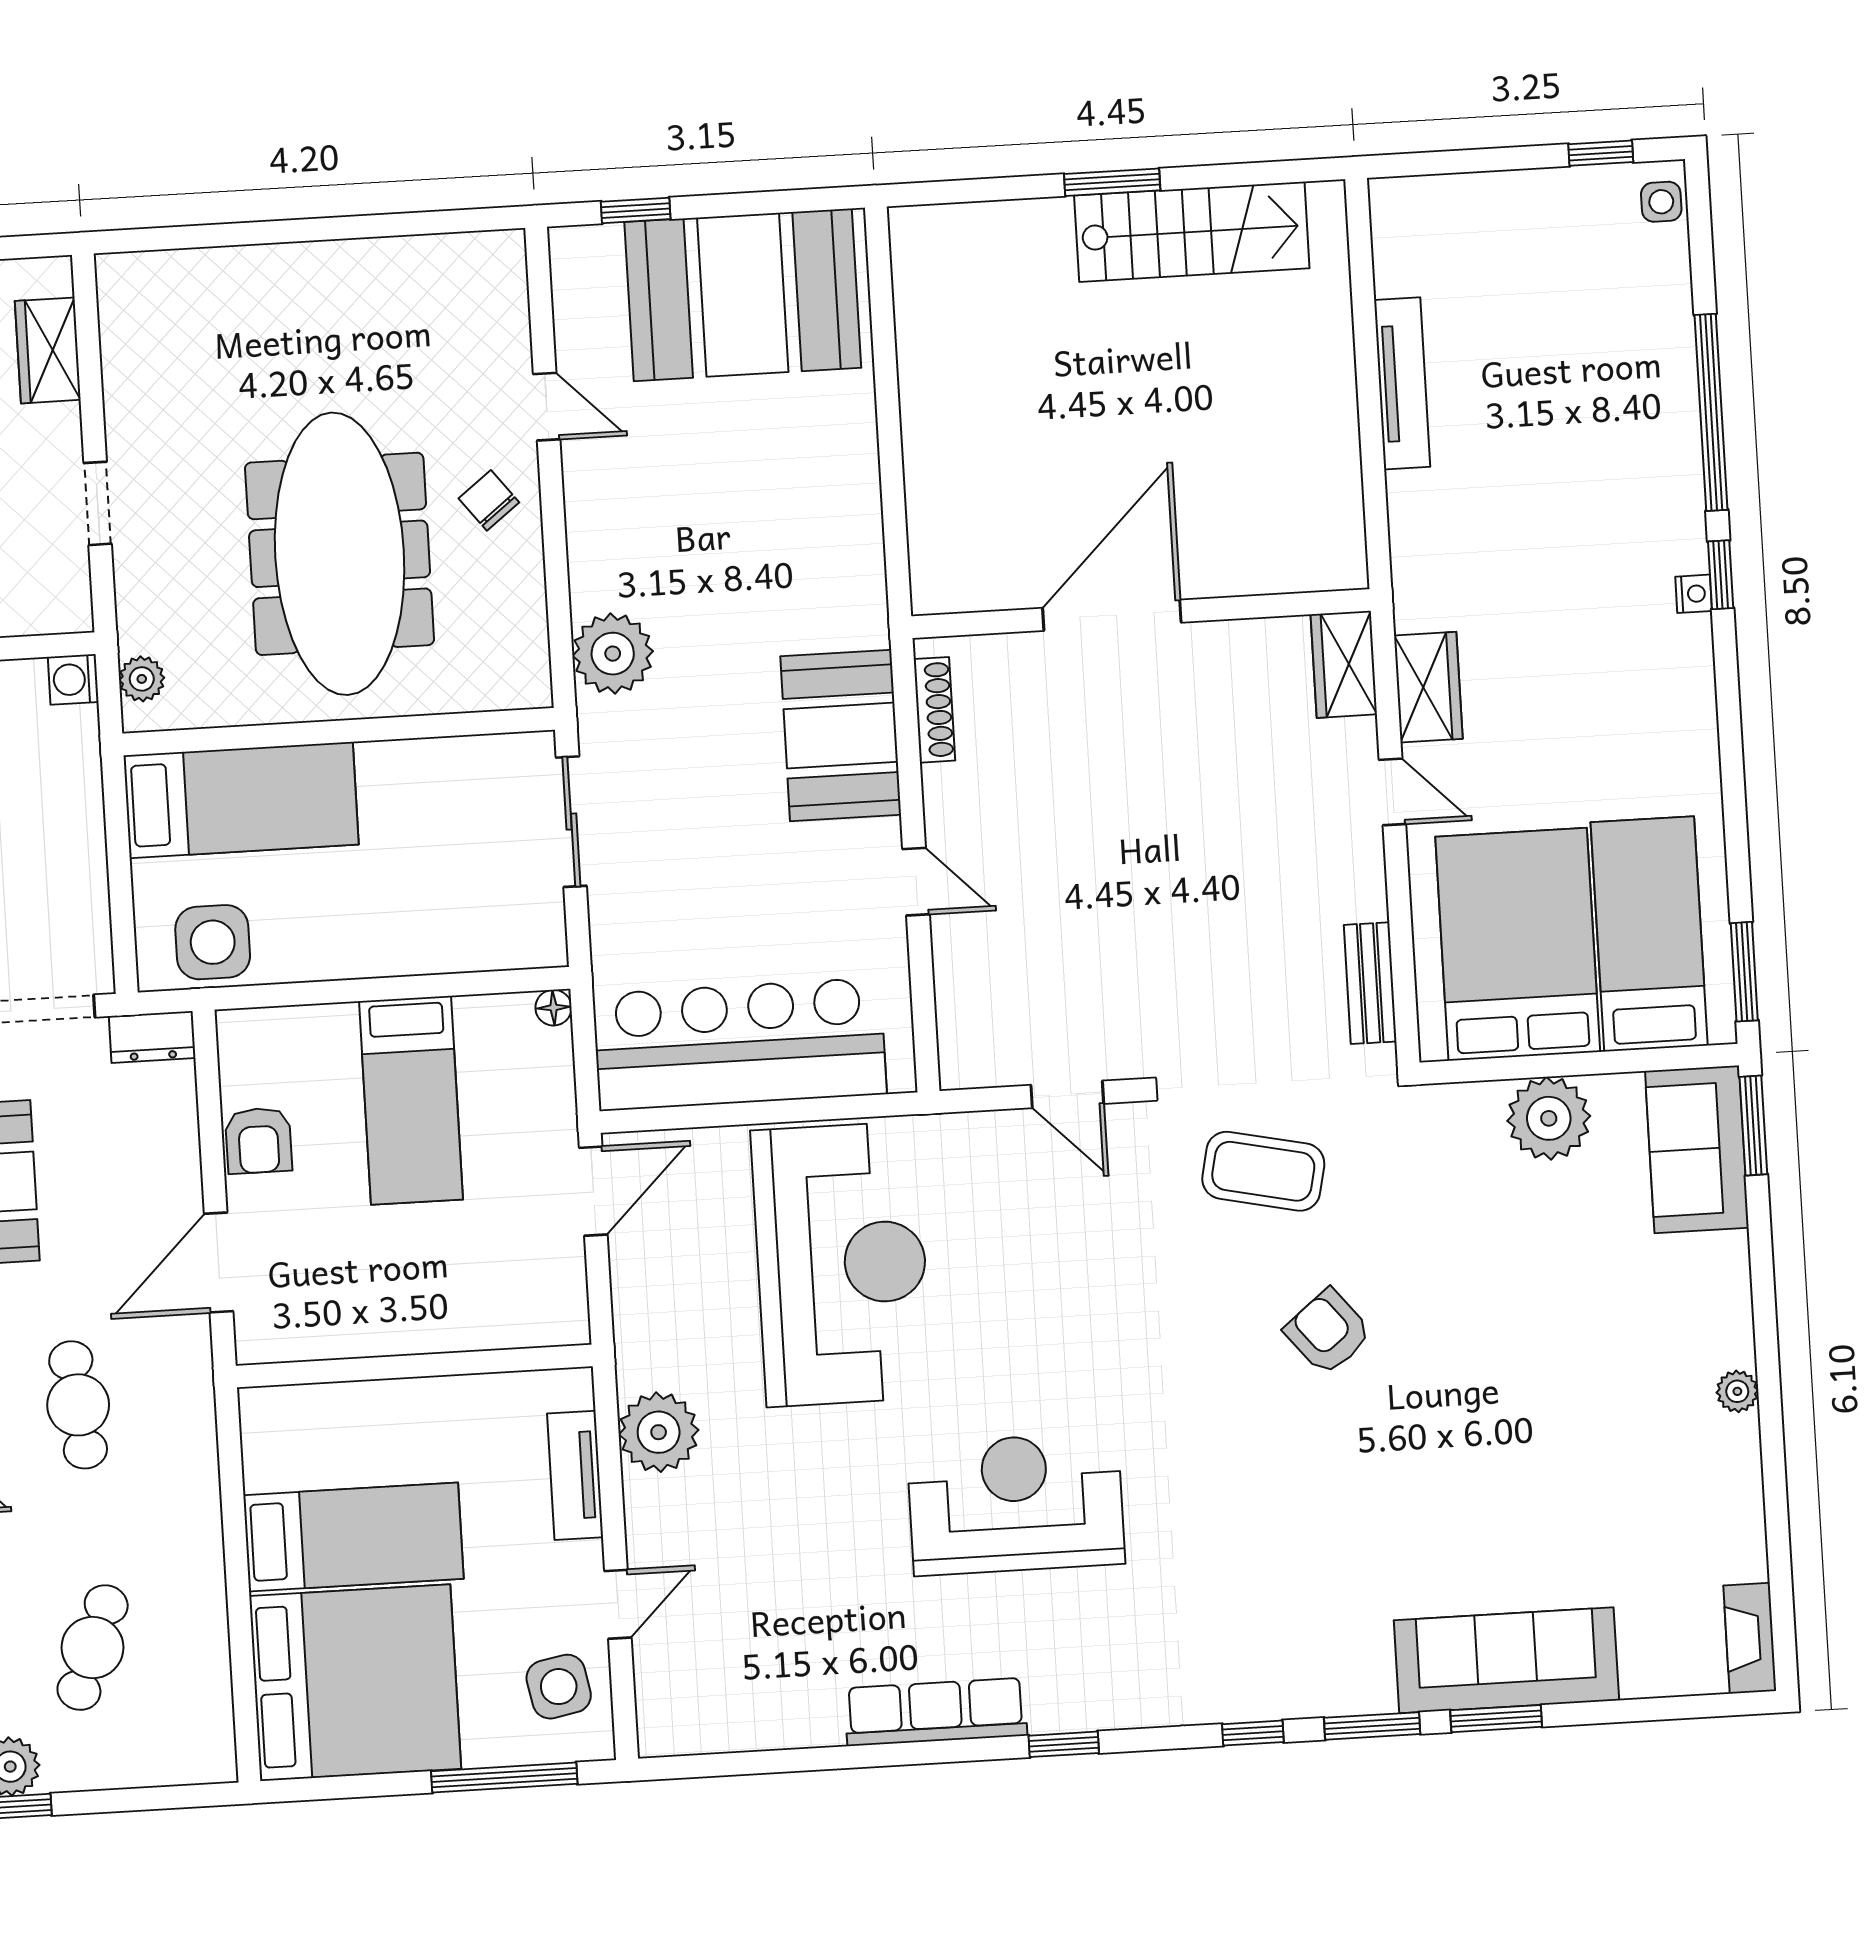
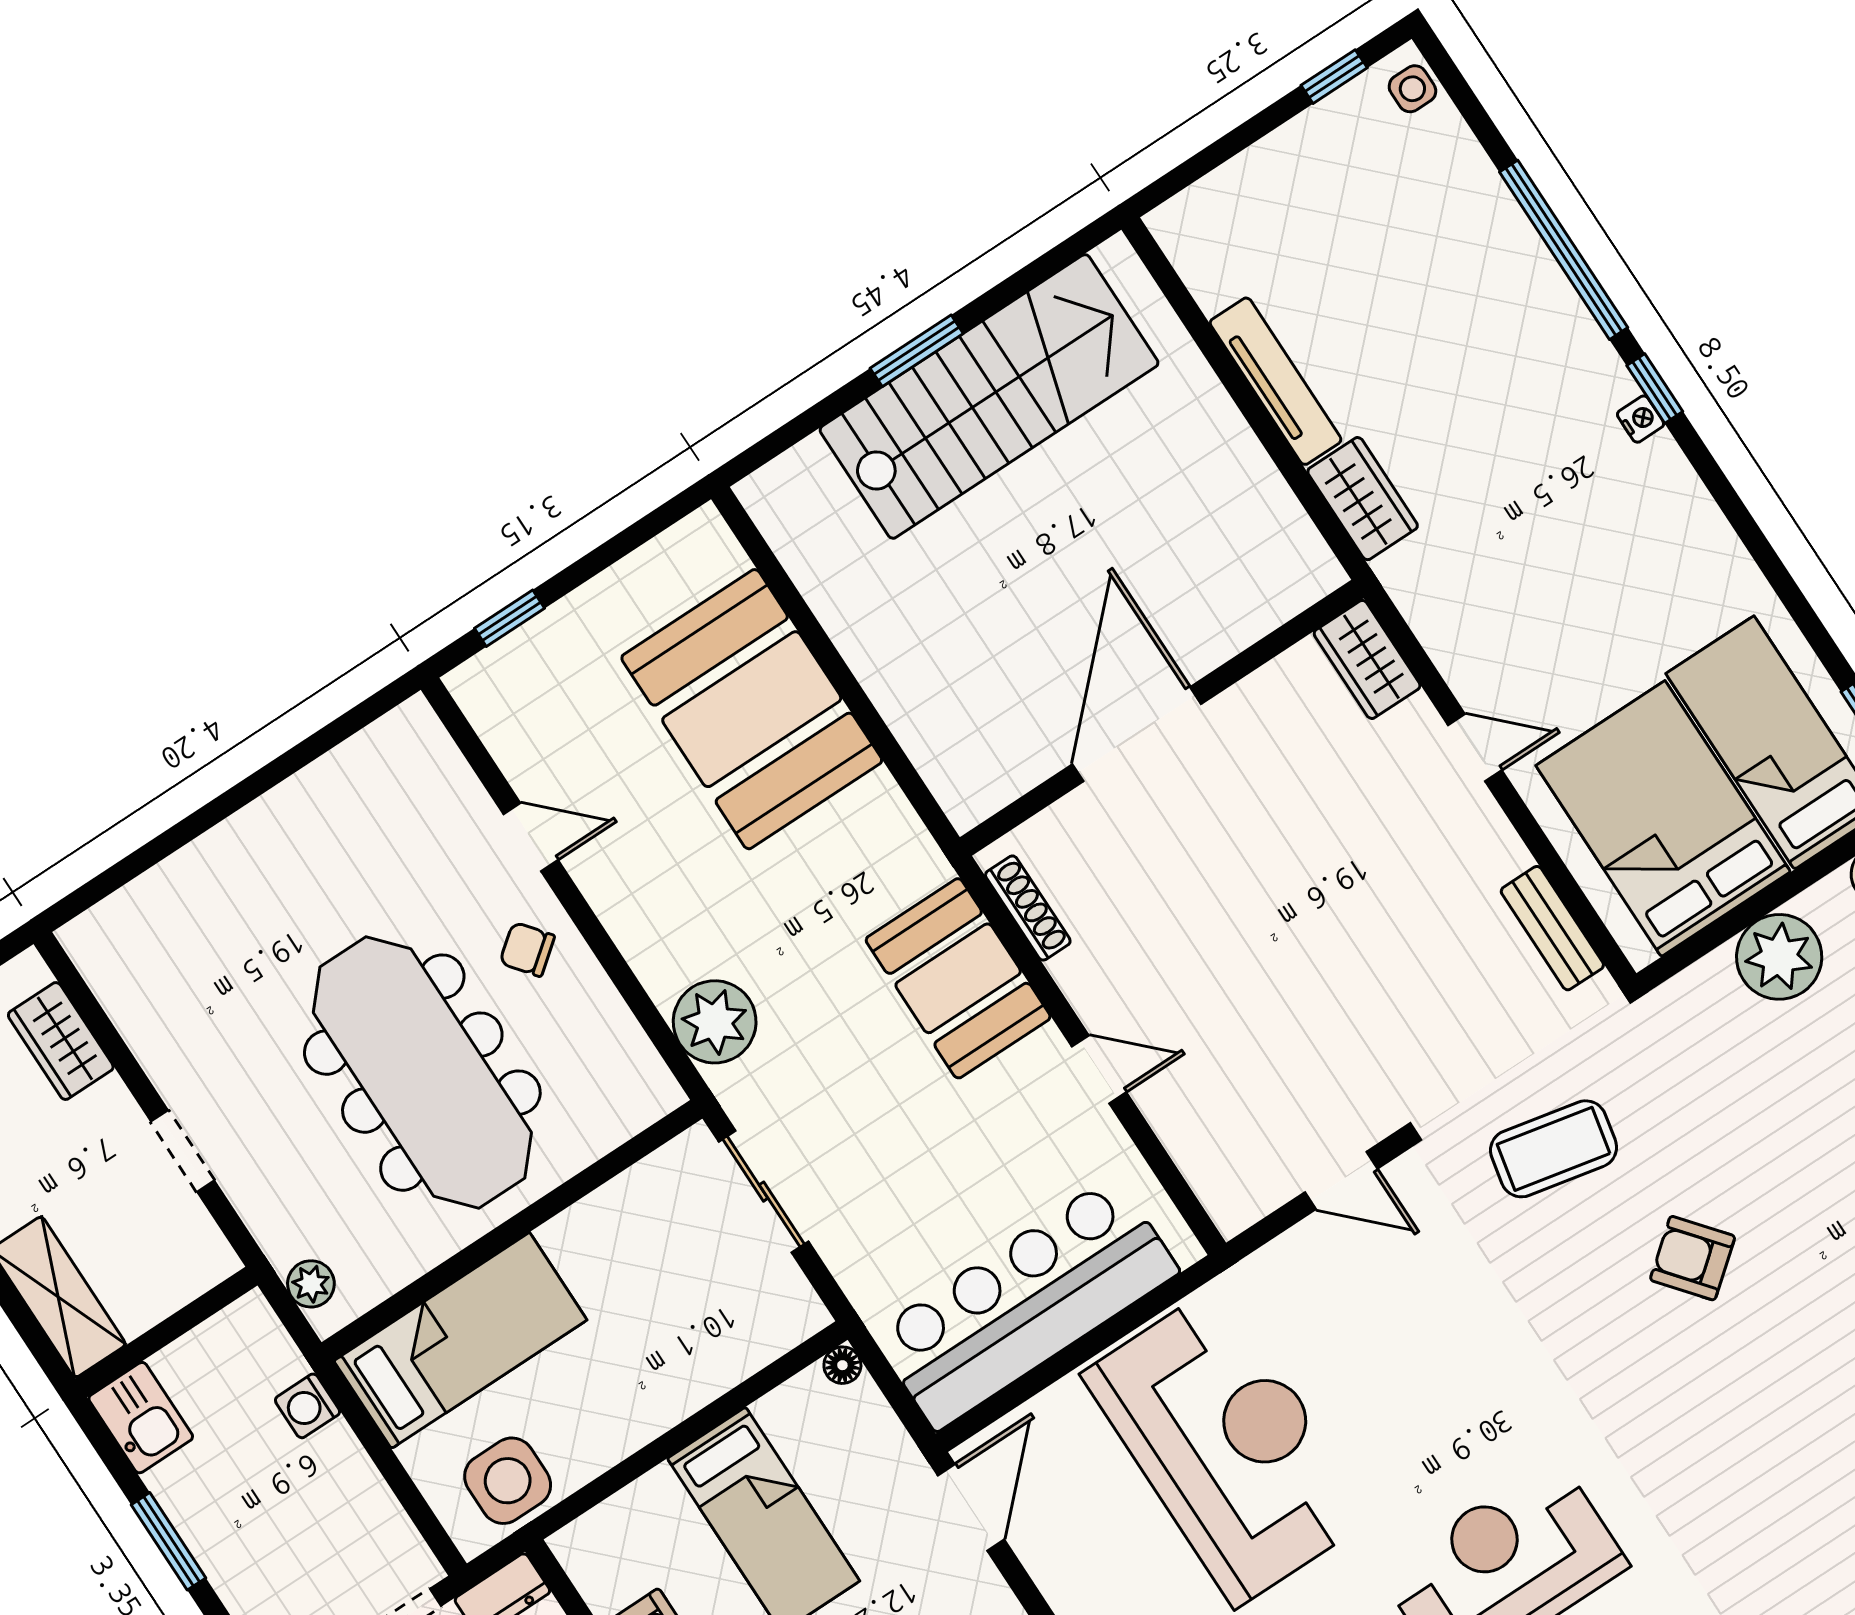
stairs: (1192, 232) -> (989, 396), width x1.36, depth x1.51
booth: (743, 295) -> (752, 709), moved, turned 90
washing machine: (73, 679) -> (307, 1406), moved
wardrobe: (1428, 687) -> (1363, 499), moved

